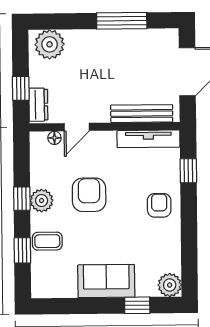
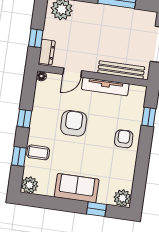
floor lamp: (54, 138) -> (41, 76), moved
tv unit: (148, 139) -> (105, 87), moved
plant: (42, 201) -> (30, 185), moved

